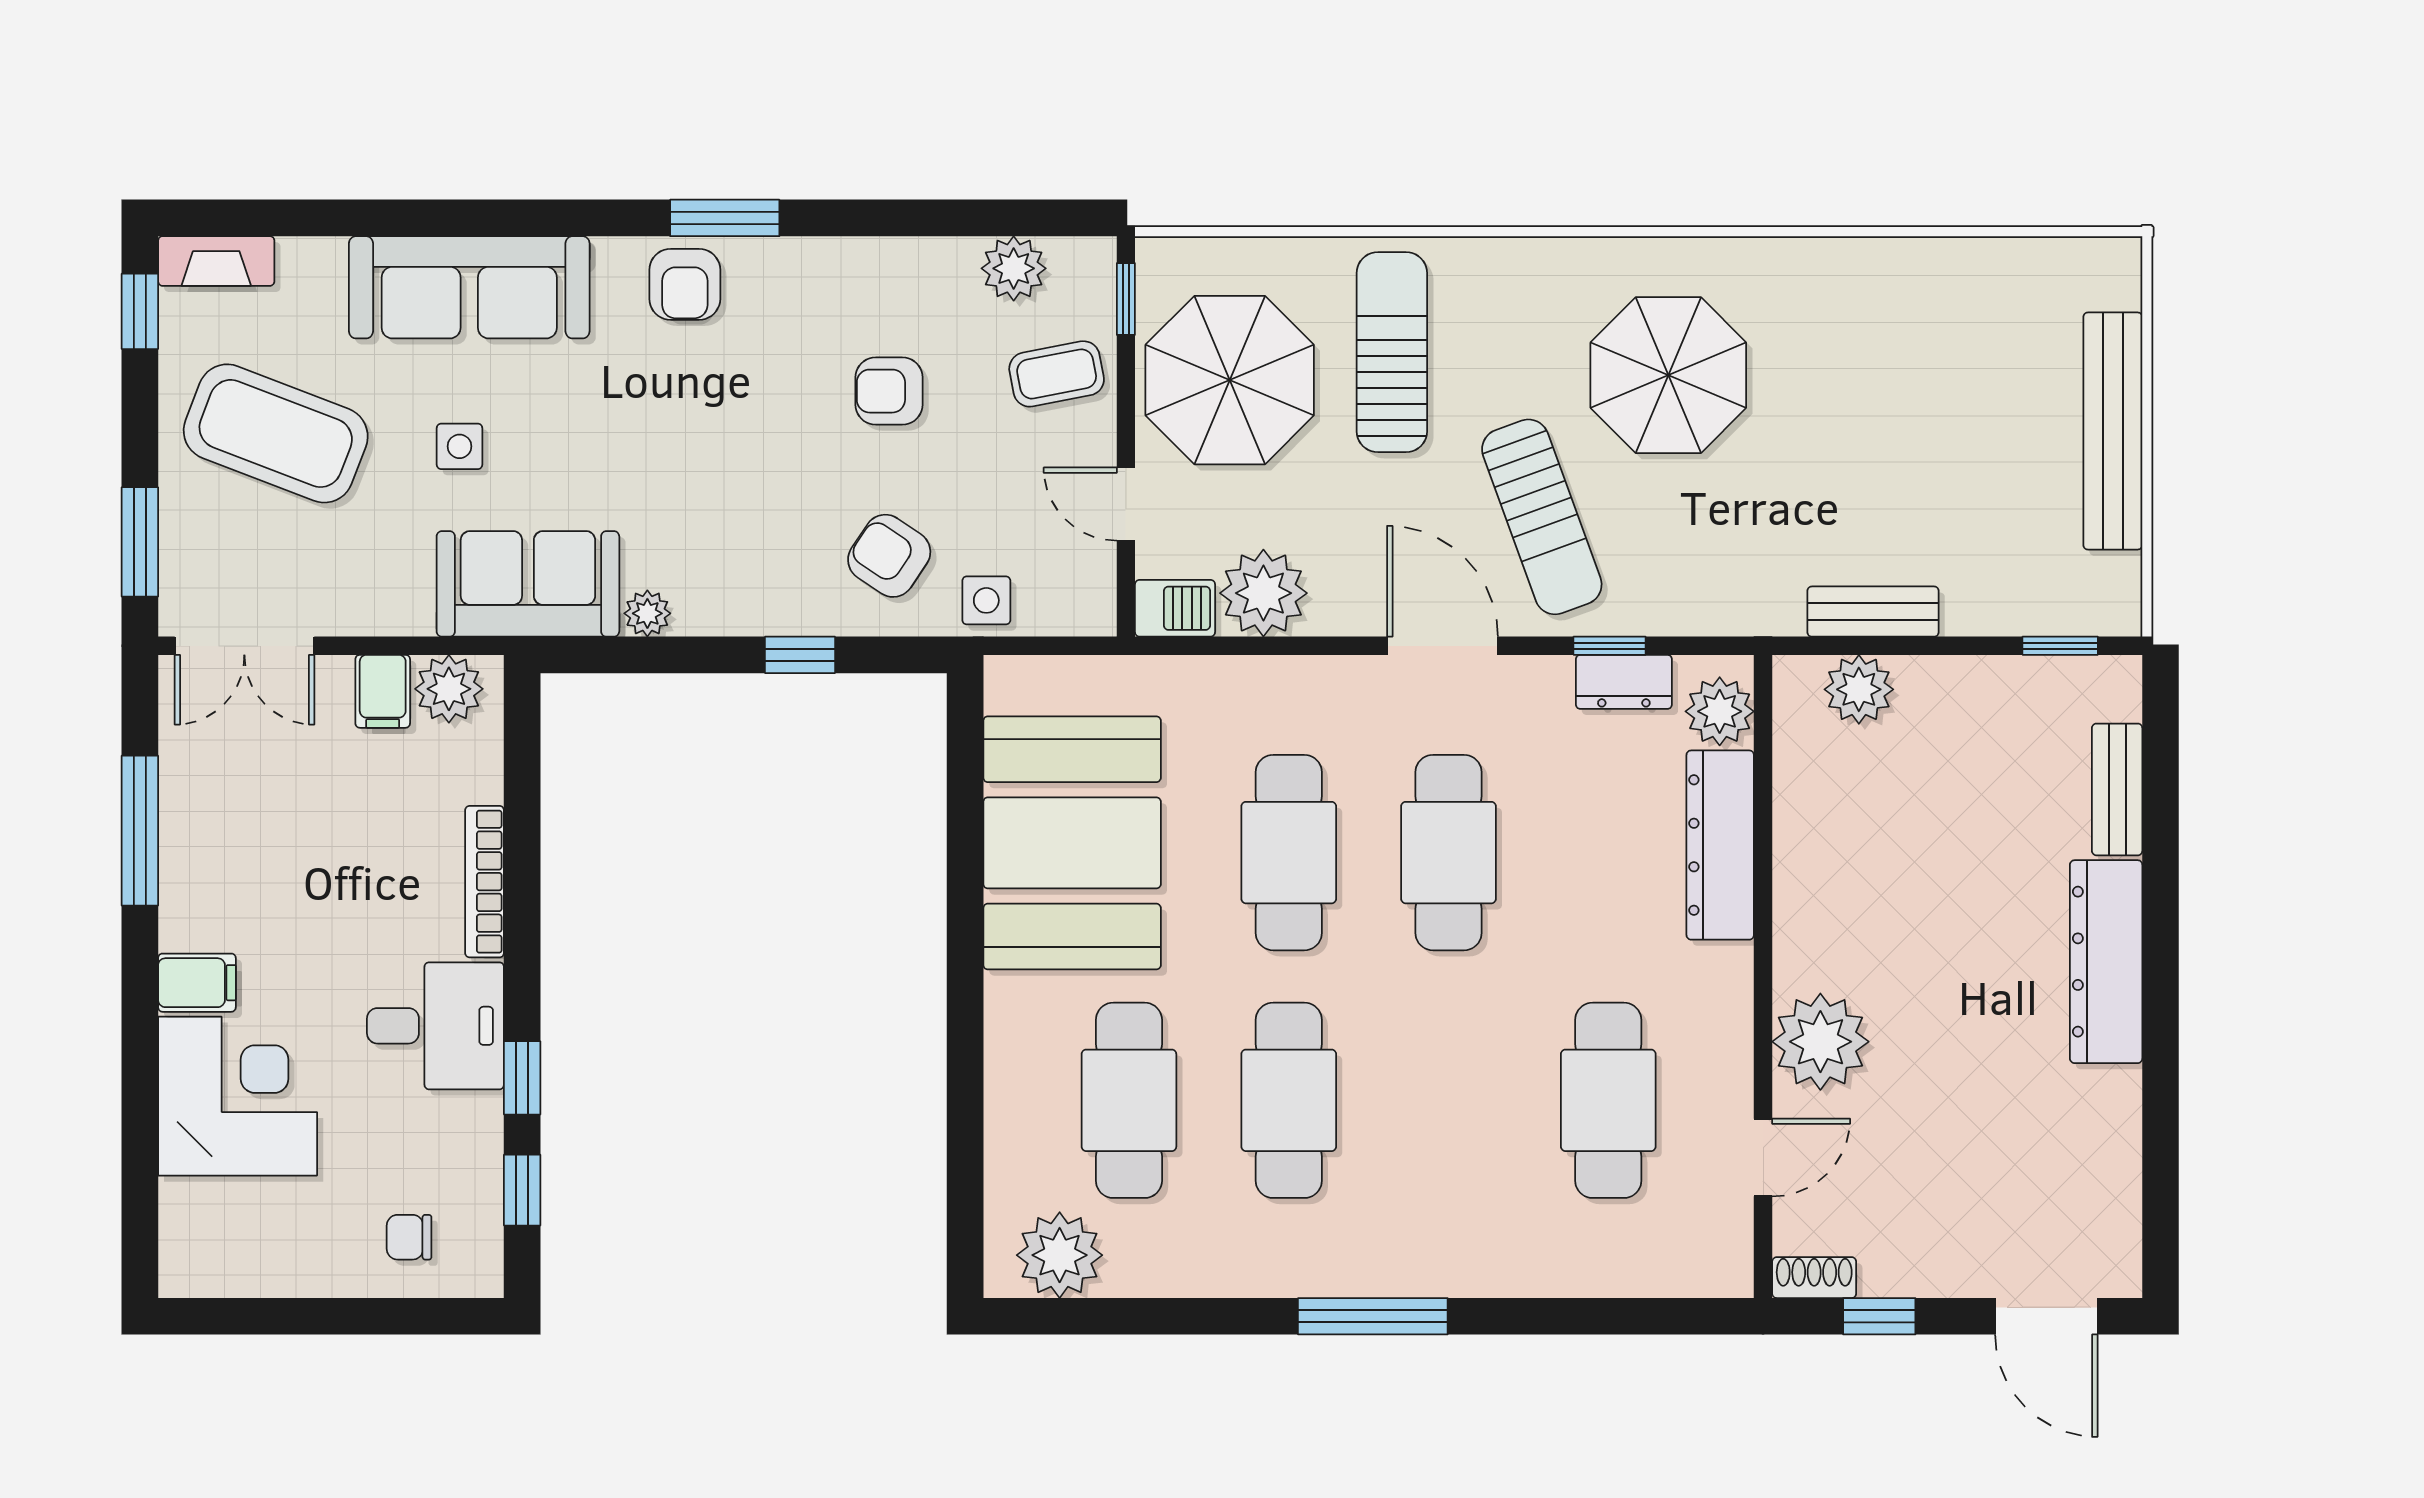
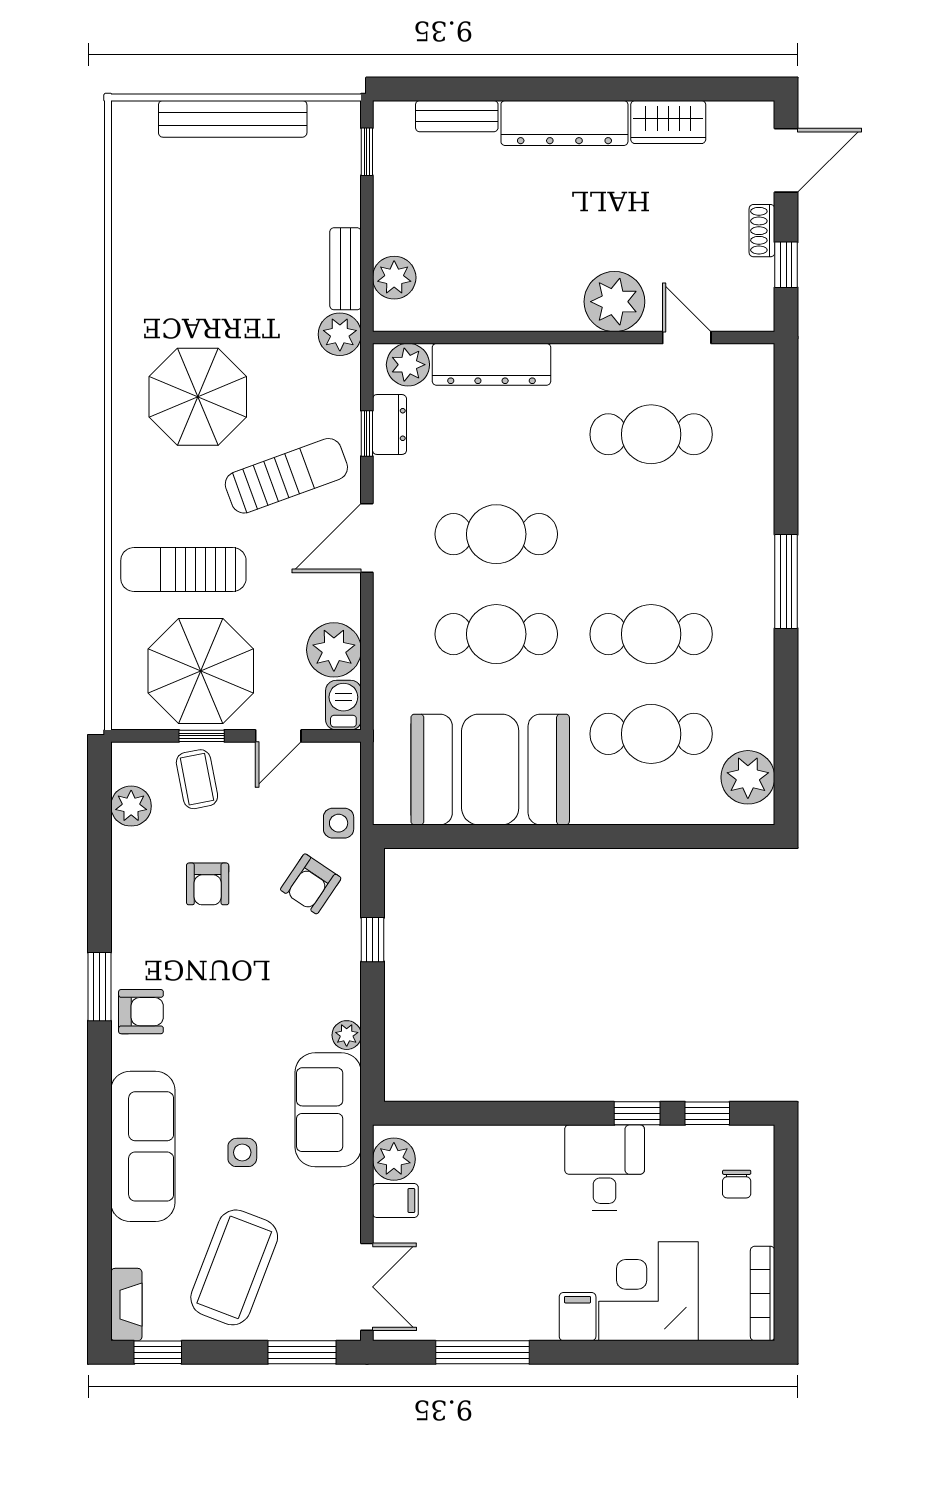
window: (1126, 299) -> (202, 736), moved
plant: (1768, 602) -> (340, 334), added
bookcase: (485, 882) -> (763, 1294), moved, turned 90
wardrobe: (2108, 1128) -> (668, 122), added
shoe rack: (1814, 1278) -> (762, 231), moved

